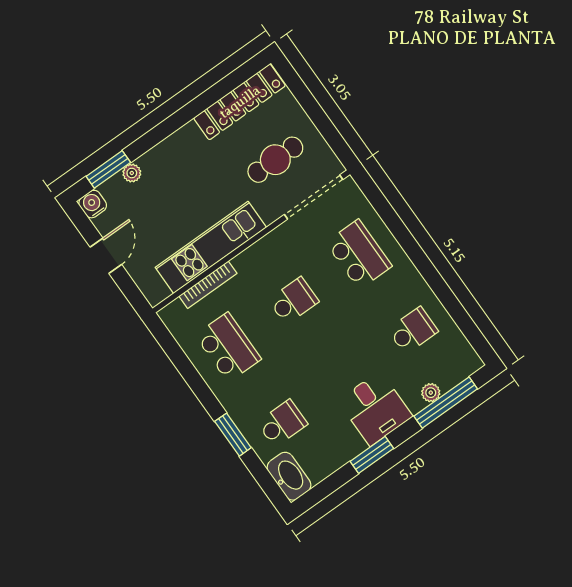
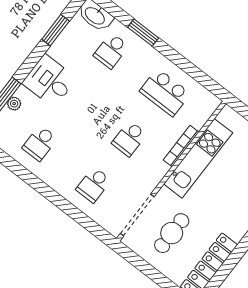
school desk: (359, 254) -> (94, 185), width x0.54
bookcase: (208, 285) -> (181, 146), moved
window: (372, 455) -> (56, 30), moved

